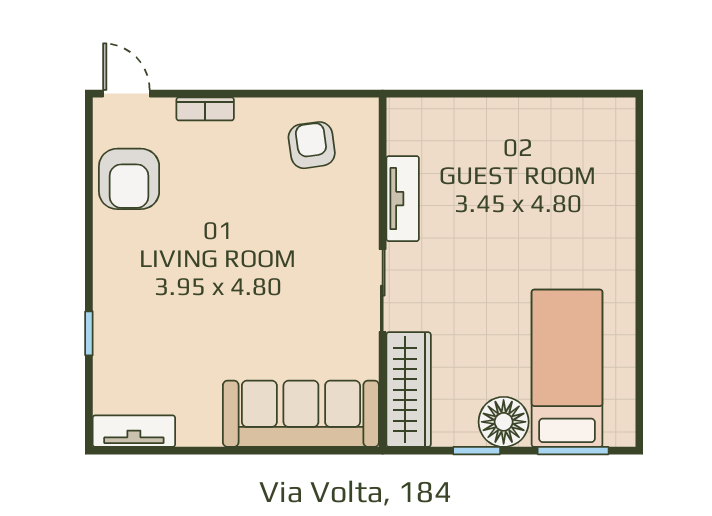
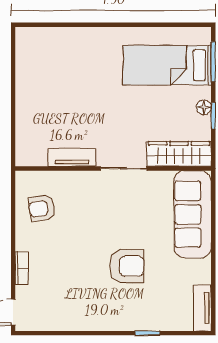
armchair: (129, 179) -> (127, 266), moved
floor lamp: (504, 422) -> (204, 107), width x0.53, depth x0.53

